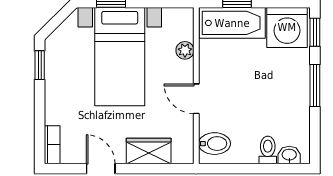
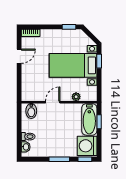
wardrobe: (149, 151) -> (28, 79), removed

